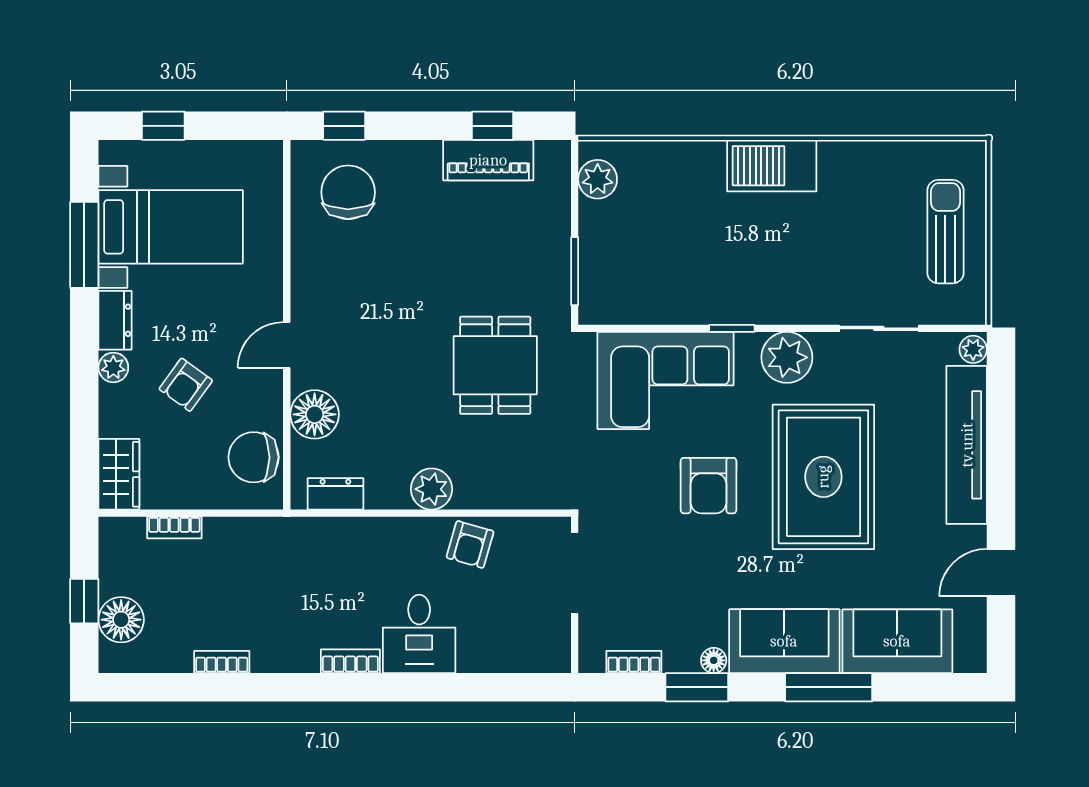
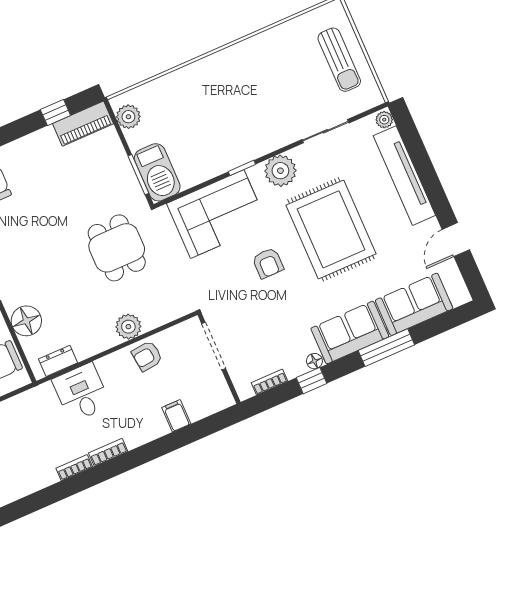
piano: (488, 160) -> (83, 124), moved
barbecue: (772, 166) -> (157, 172), moved, turned -90
sun lounger: (945, 232) -> (339, 60), turned 180
armchair: (709, 486) -> (268, 263), width x0.72, depth x0.72
plant: (431, 489) -> (128, 327), moved
armchair: (470, 545) -> (147, 356), turned 68
desk: (419, 634) -> (81, 393), moved, turned 180
filing cabinet: (474, 651) -> (176, 416), added
bookcase: (222, 662) -> (74, 468), moved
window: (697, 687) -> (312, 381), width x0.67

